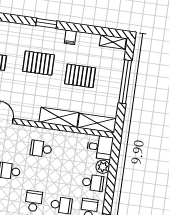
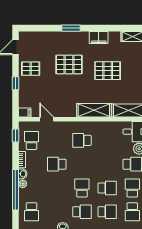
filing cabinet: (70, 37) -> (99, 38), width x2.00

